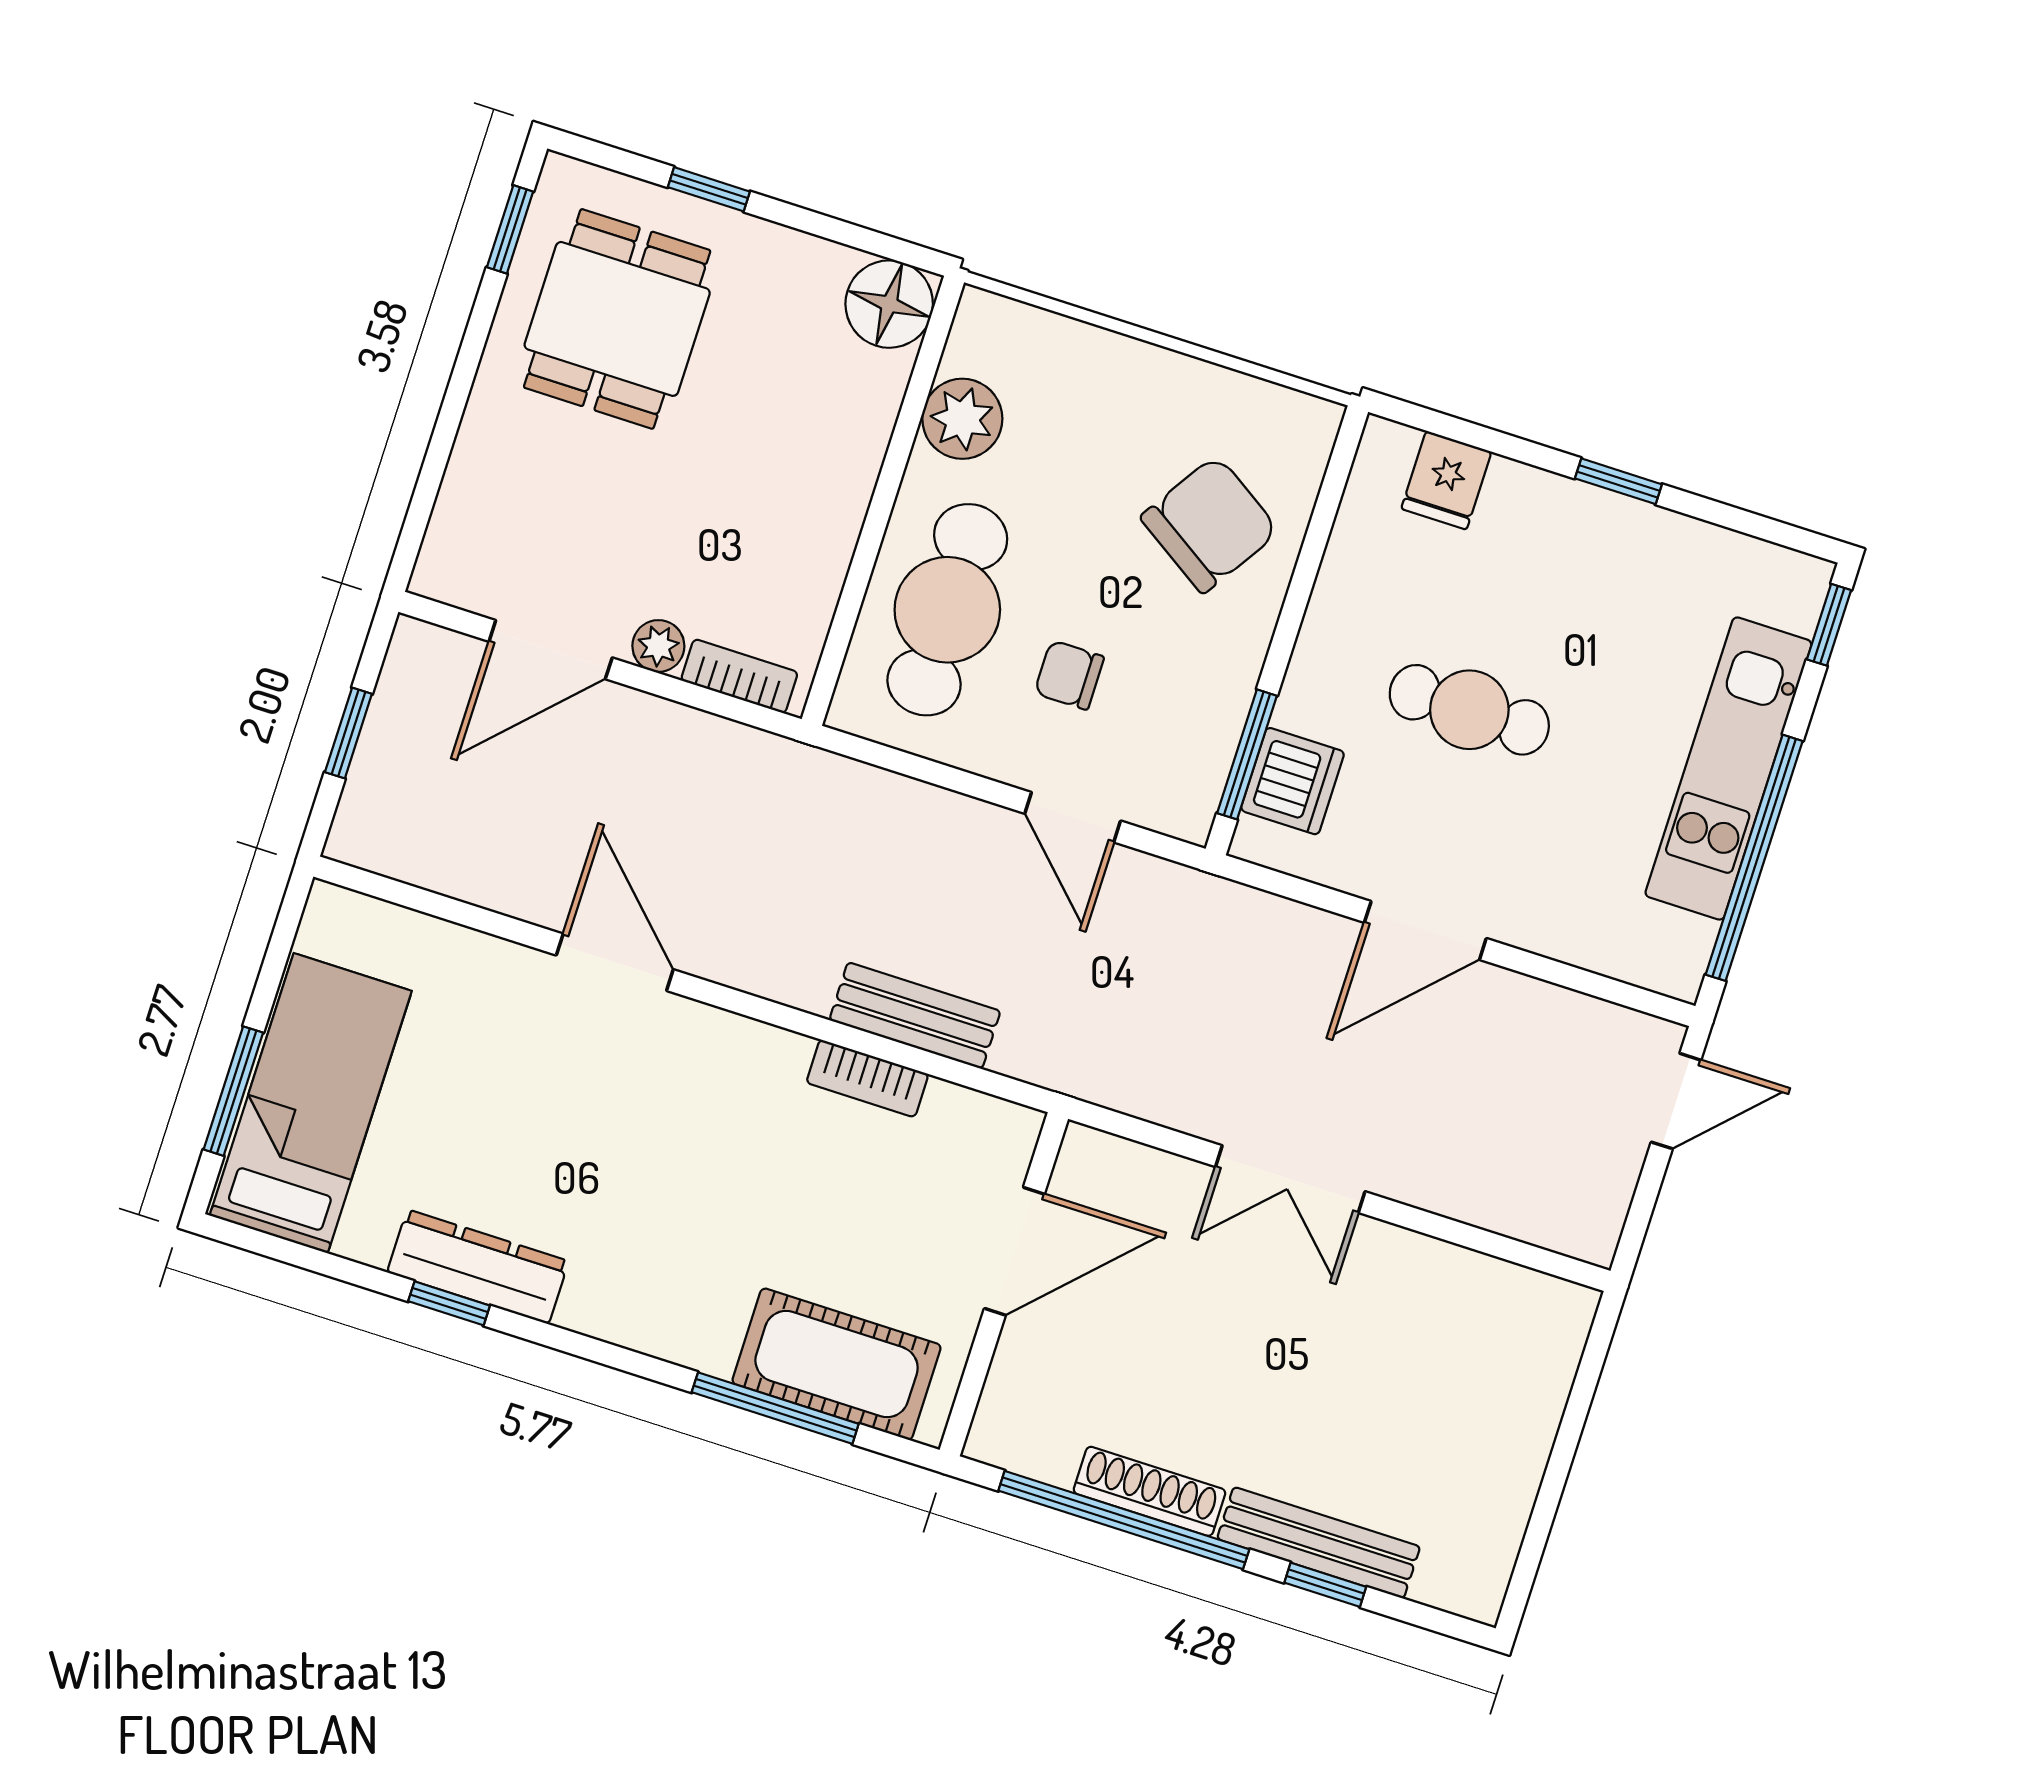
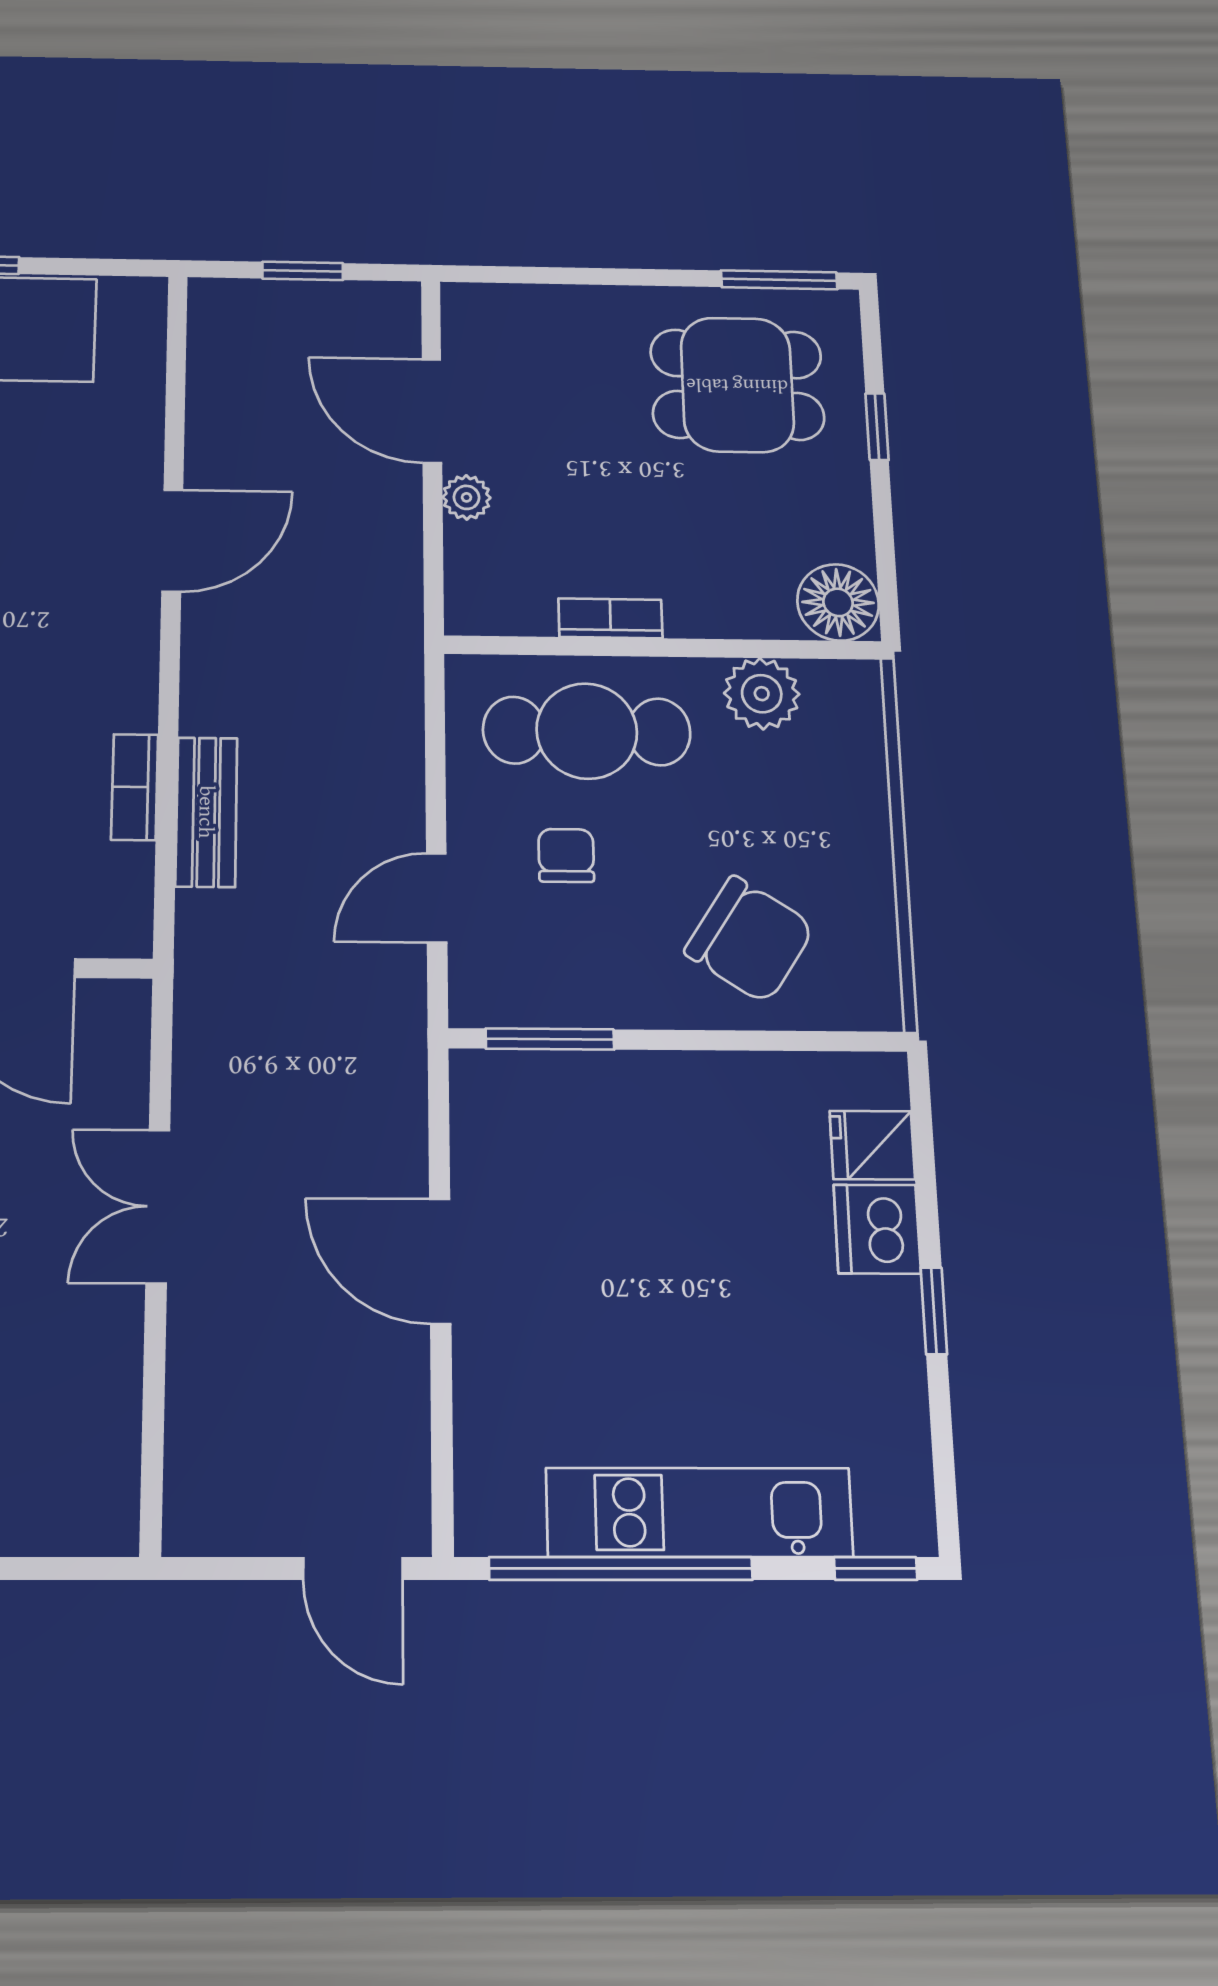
window: (510, 229) -> (779, 280), width x1.50
bookcase: (739, 676) -> (610, 618), moved, turned -90
cafe table: (1469, 710) -> (665, 1236), removed
dishwasher: (1293, 781) -> (877, 1229), moved, turned 90

